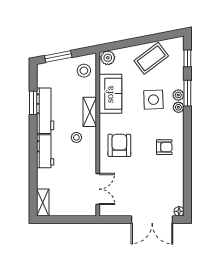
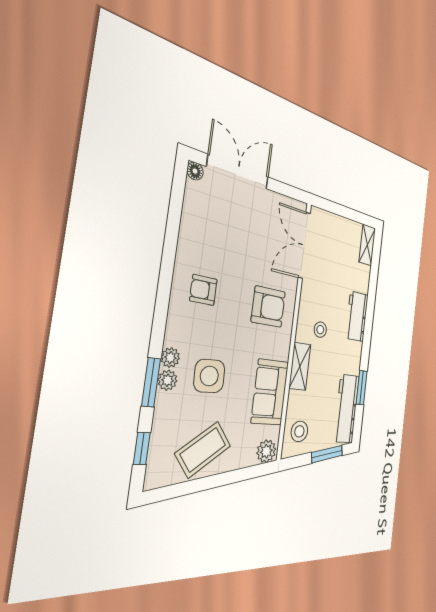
workbench: (45, 111) -> (347, 409), moved
armchair: (119, 145) -> (268, 307), turned -90
double door: (98, 189) -> (304, 245), width x1.37

